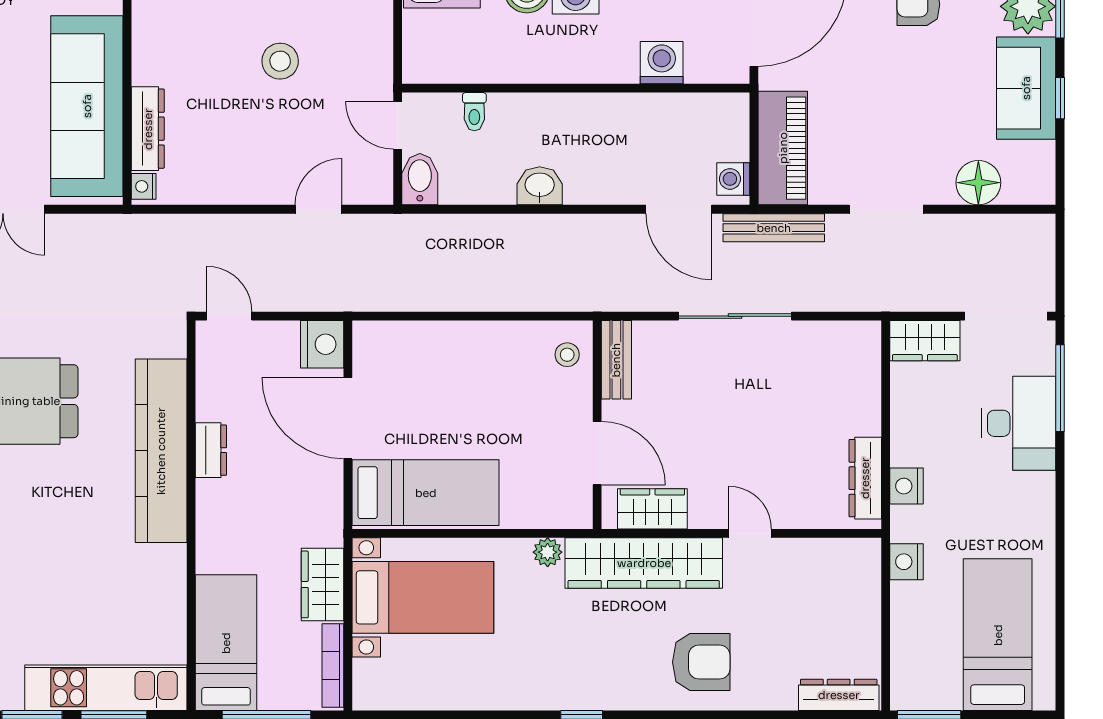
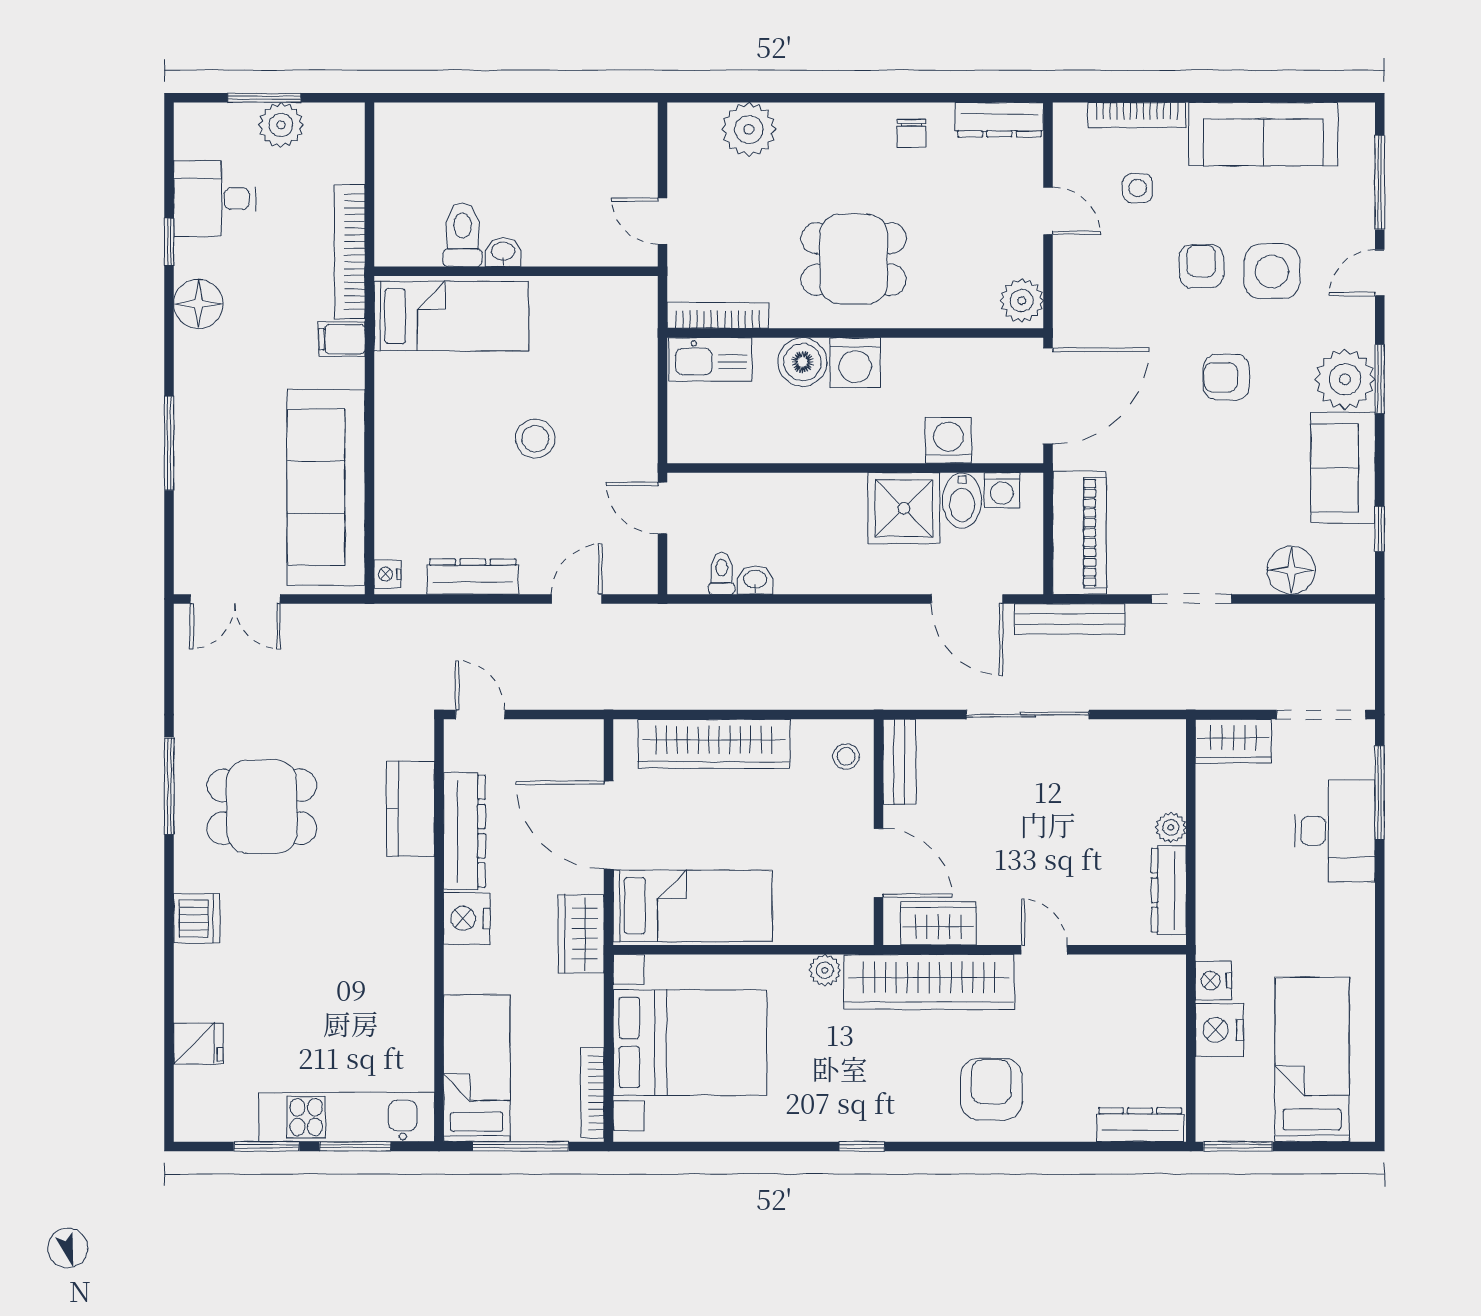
window: (1060, 98) -> (1380, 529), moved
toilet: (474, 112) -> (722, 574), moved, turned 180
shower: (621, 125) -> (904, 508), added
dresser: (148, 129) -> (473, 577), moved, turned -90
bidet: (420, 179) -> (962, 500), moved, turned 180
washing machine: (733, 179) -> (1002, 490), moved, turned -90
washbasin: (540, 186) -> (755, 580), moved, width x0.72, depth x0.69
wardrobe: (445, 343) -> (714, 744), added
nightstand: (322, 344) -> (467, 919), moved, turned 180
plant: (867, 420) -> (1171, 827), added
dresser: (211, 450) -> (464, 831), width x1.96, depth x1.24
kitchen counter: (161, 451) -> (410, 809), width x0.48, depth x0.86
nightstand: (906, 486) -> (1219, 1030), moved, width x1.36, depth x1.33
wardrobe: (322, 584) -> (581, 934), moved
bed with nightstands: (423, 597) -> (690, 1043), width x1.36
armchair: (701, 662) -> (991, 1089), turned -90

